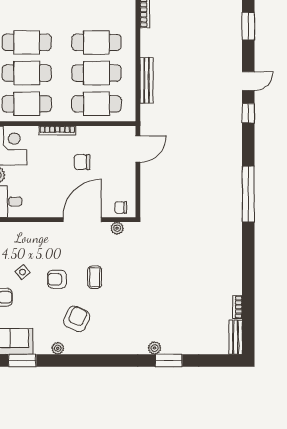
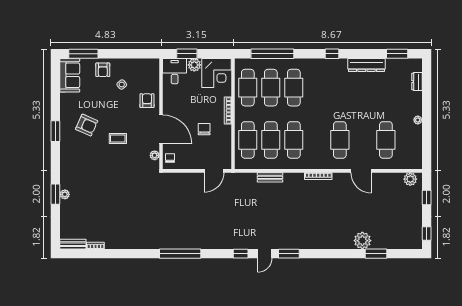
window: (248, 26) -> (289, 254), moved
bench: (146, 80) -> (270, 177), width x0.73
door: (248, 81) -> (265, 254), hinge flipped
door: (138, 149) -> (214, 171), hinge flipped
armchair: (57, 279) -> (147, 101), moved
plant: (58, 348) -> (65, 111), removed
plant: (155, 348) -> (65, 194), moved
window: (22, 361) -> (55, 131), moved

